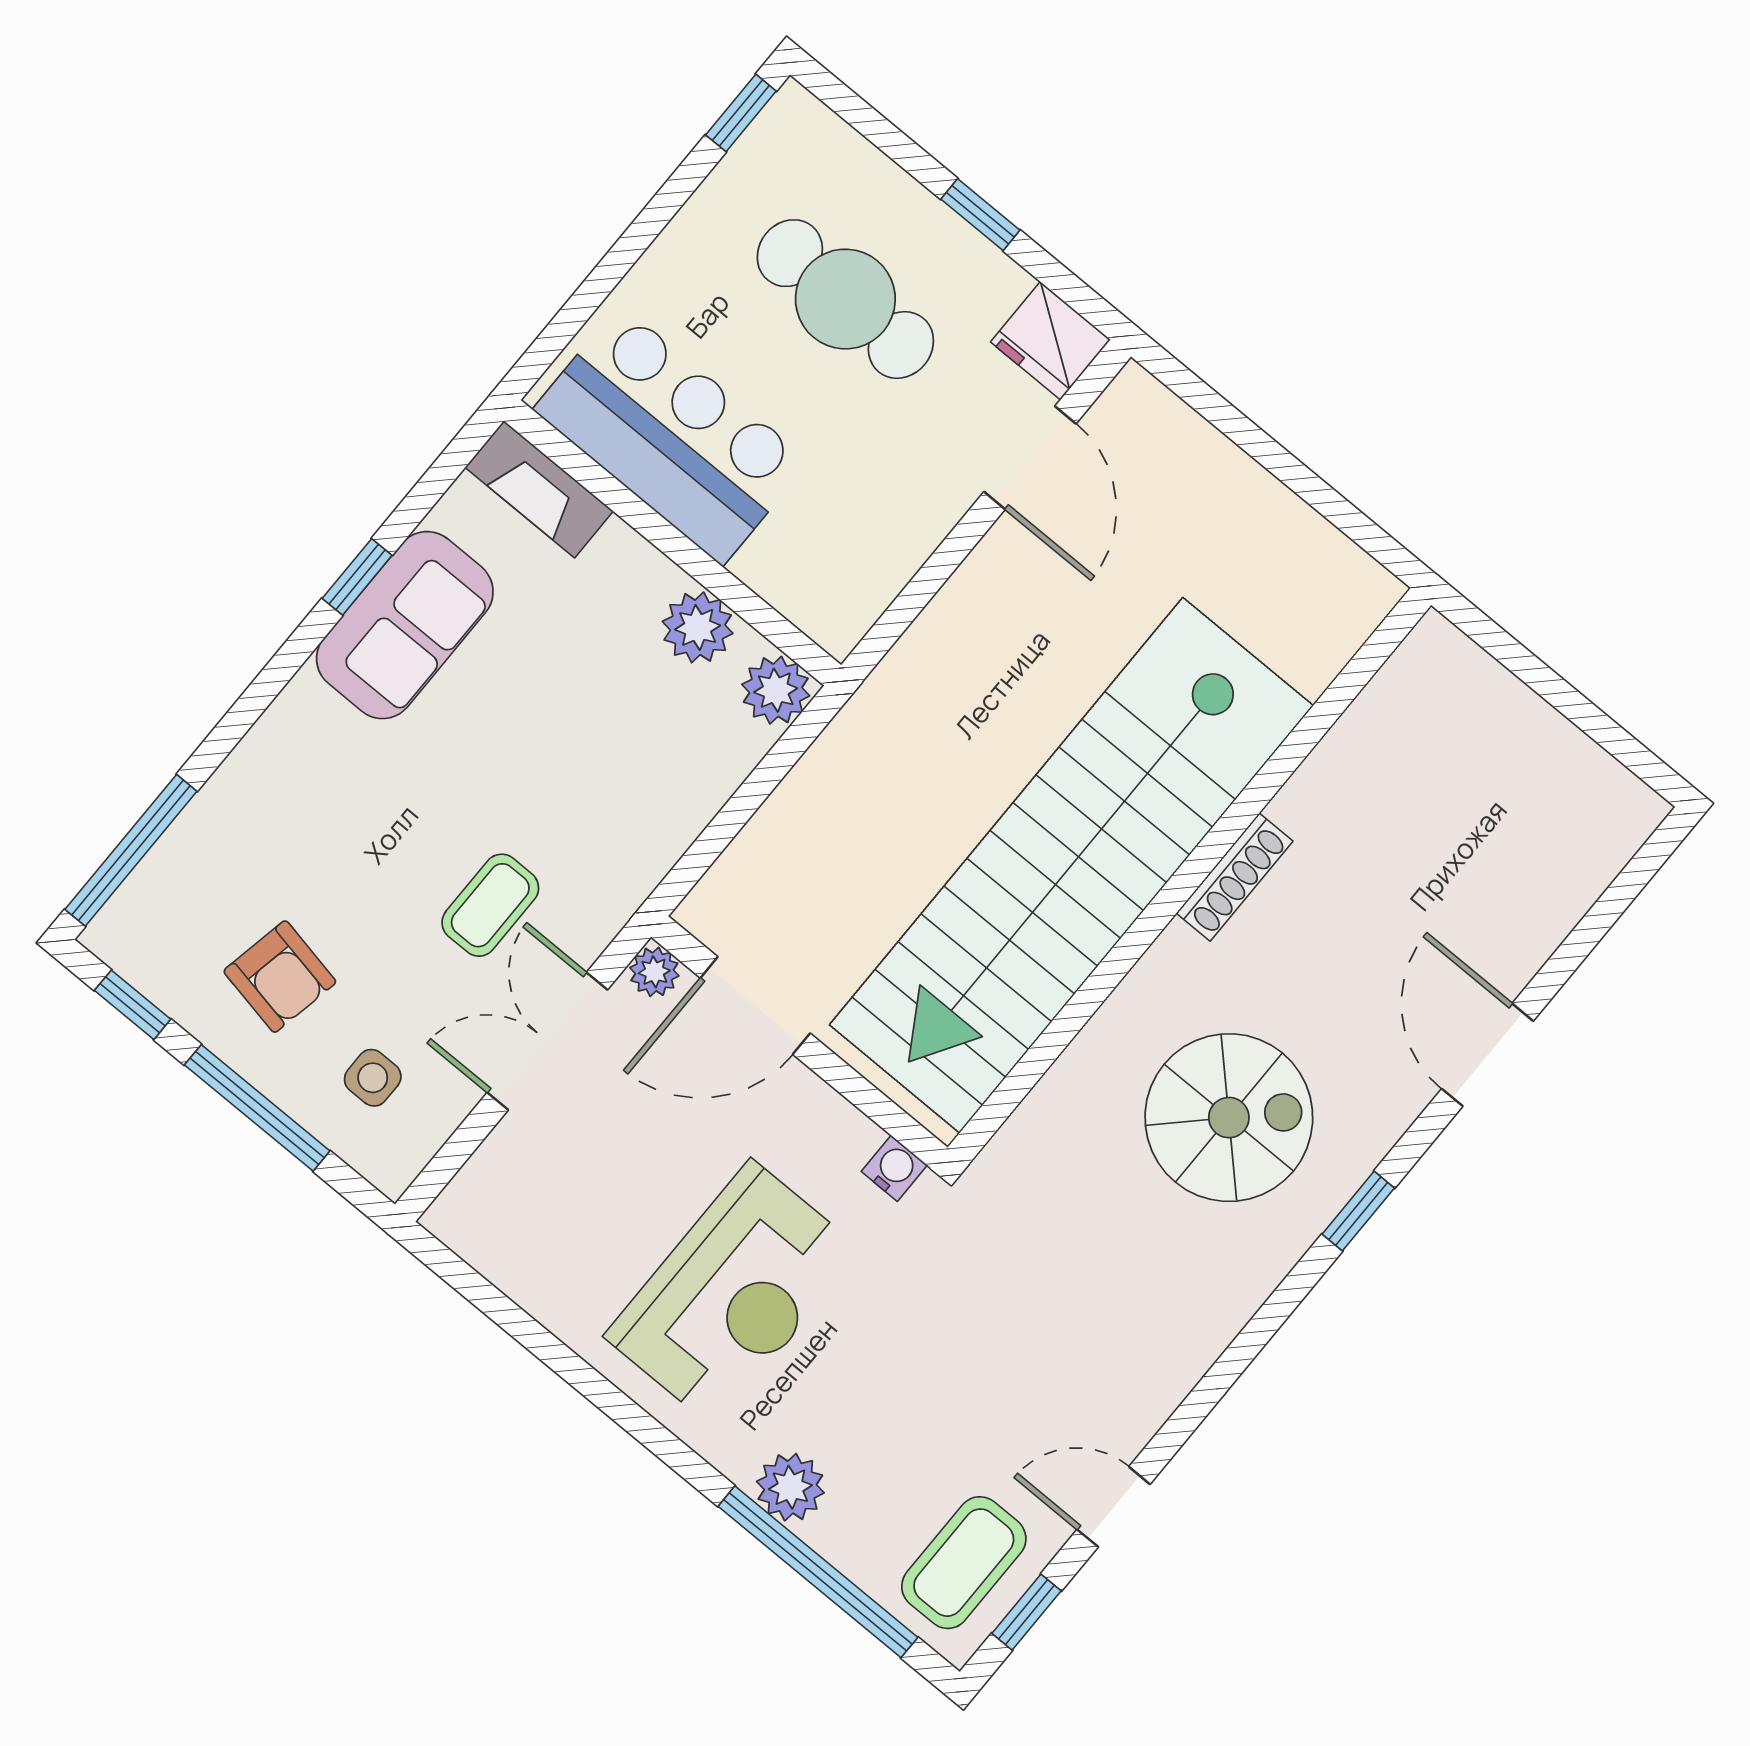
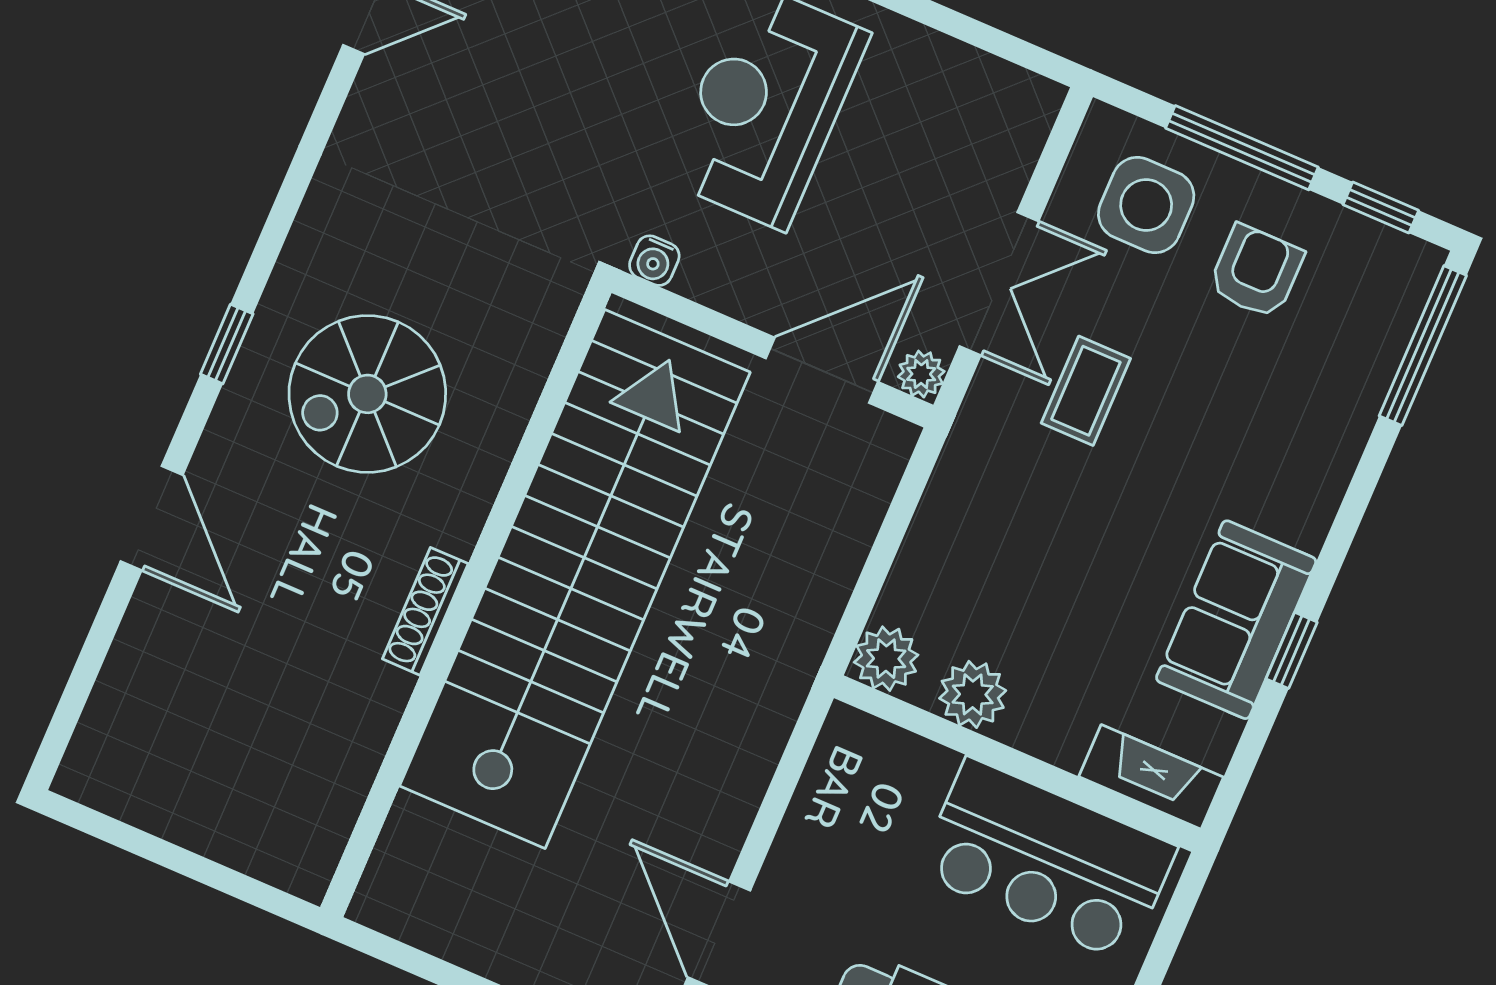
armchair: (280, 977) -> (1256, 271), turned 79
side table: (373, 1078) -> (1146, 205), width x1.87, depth x1.87

